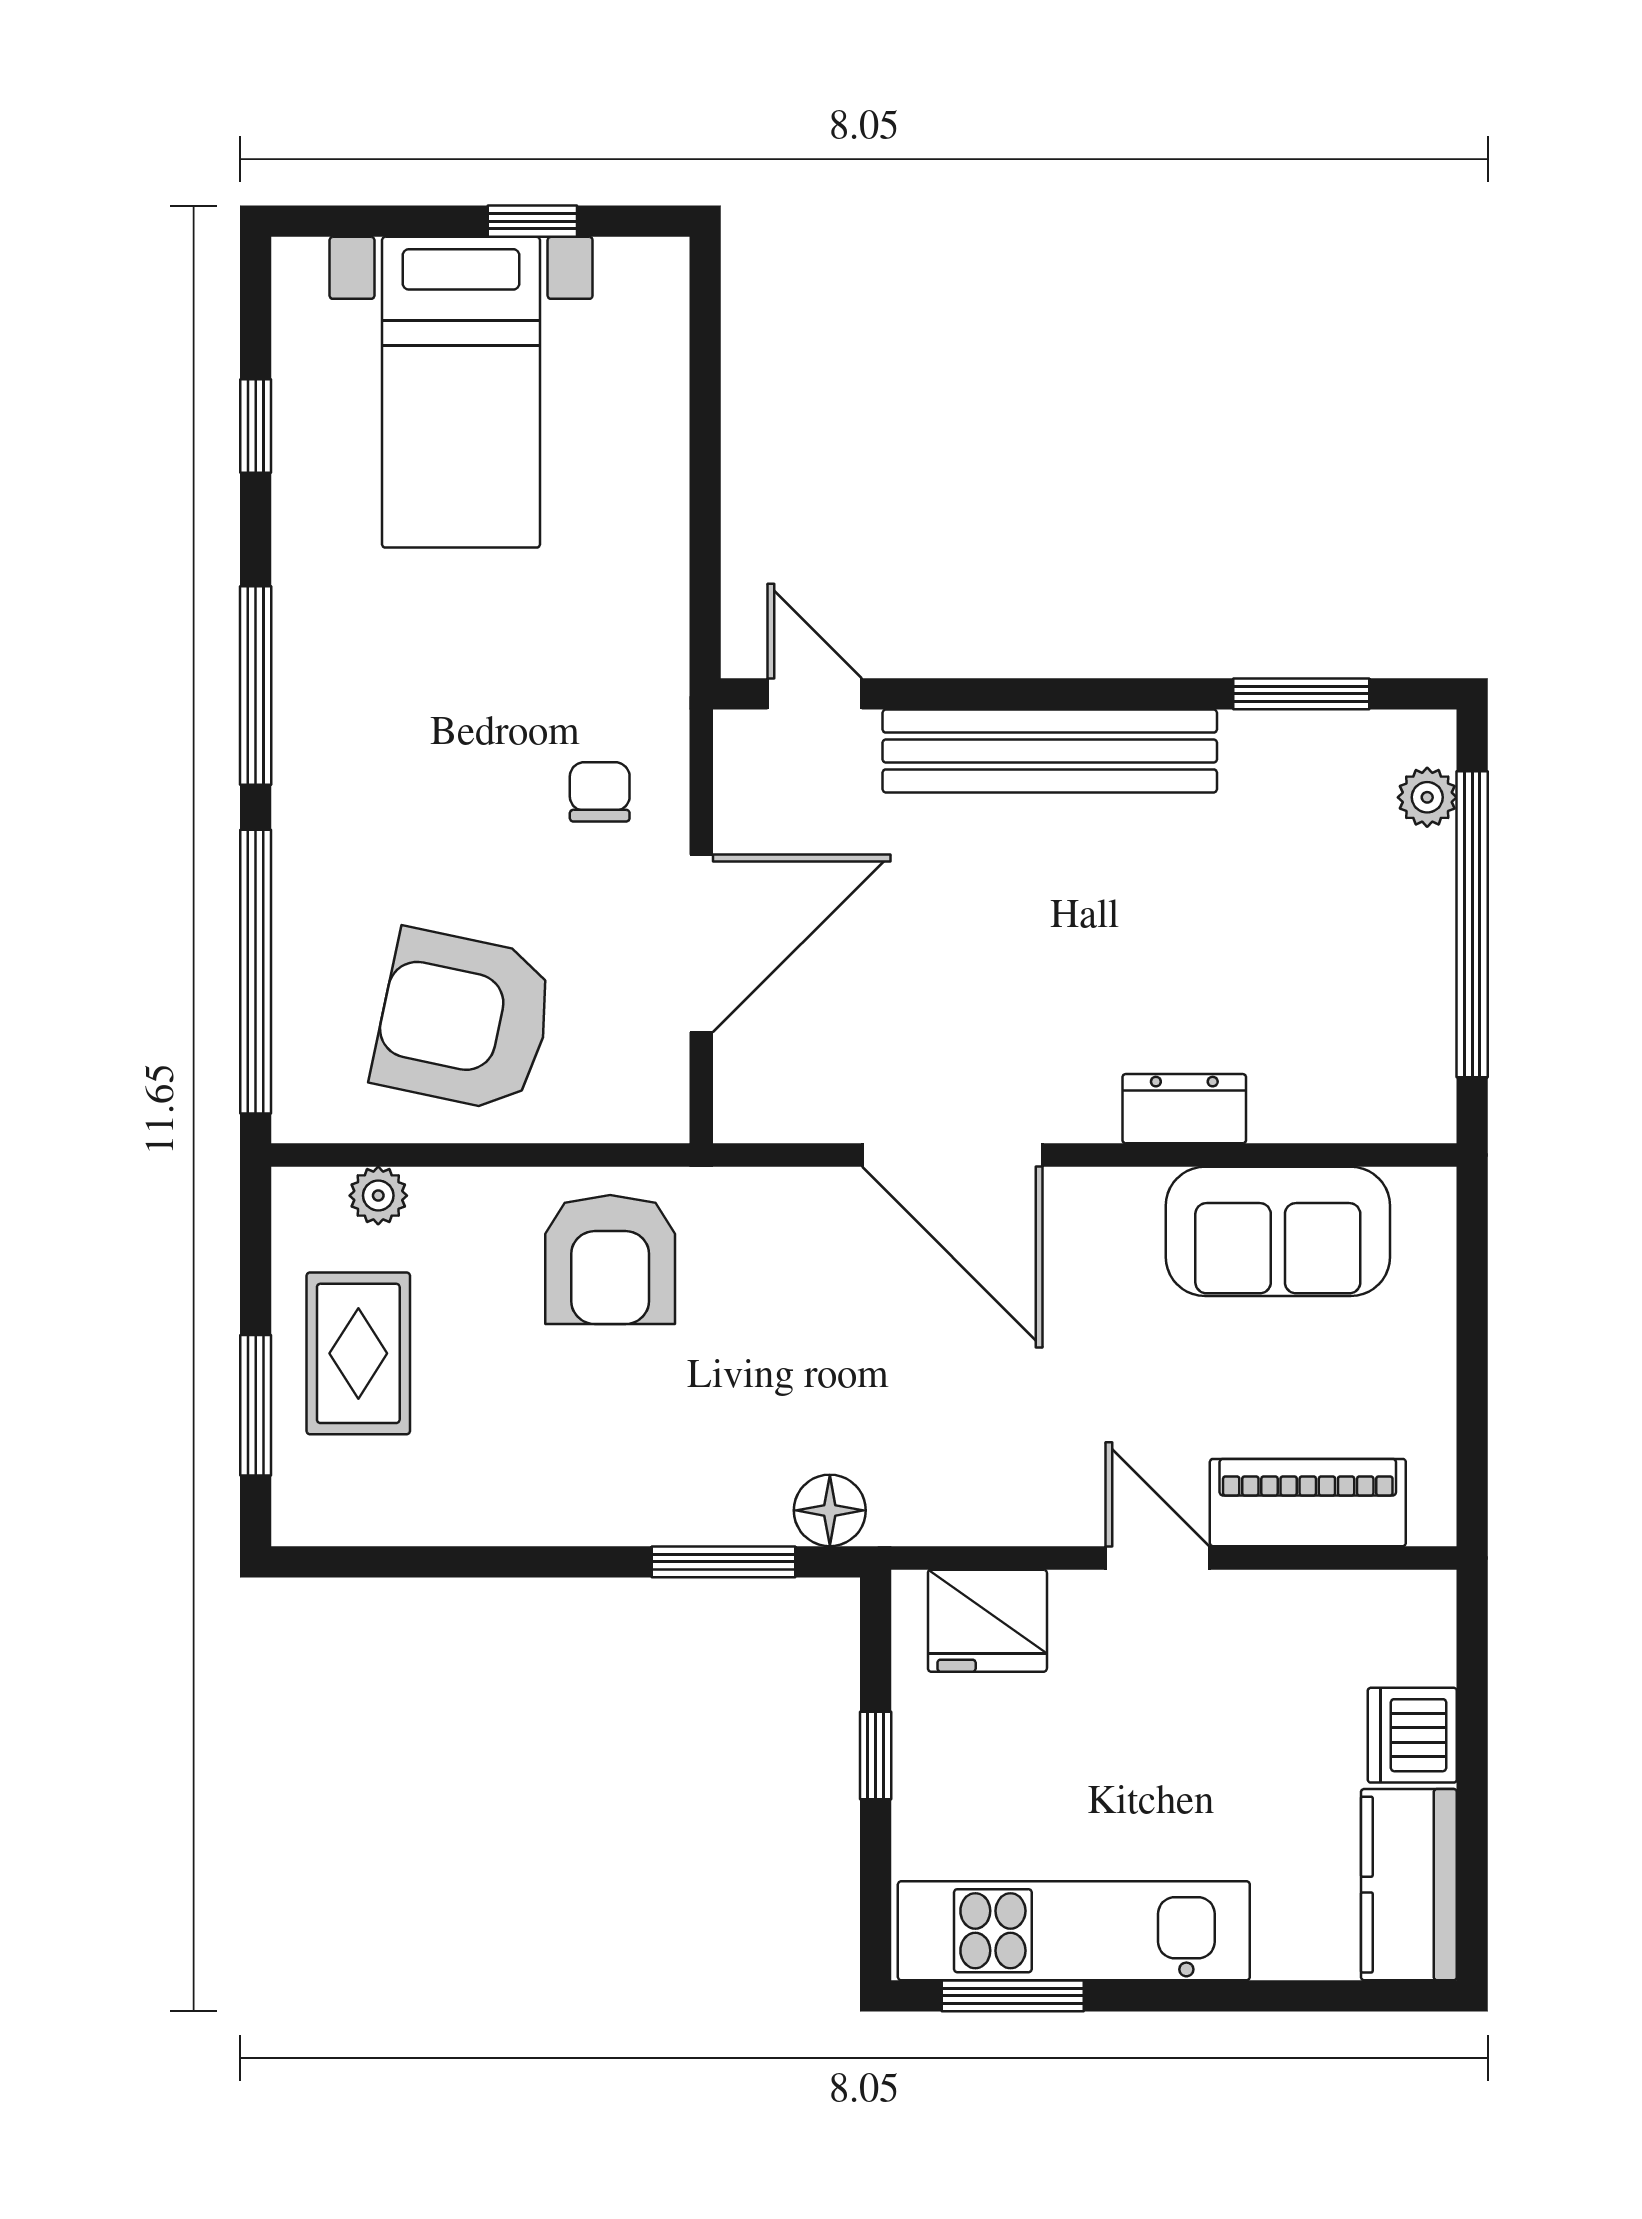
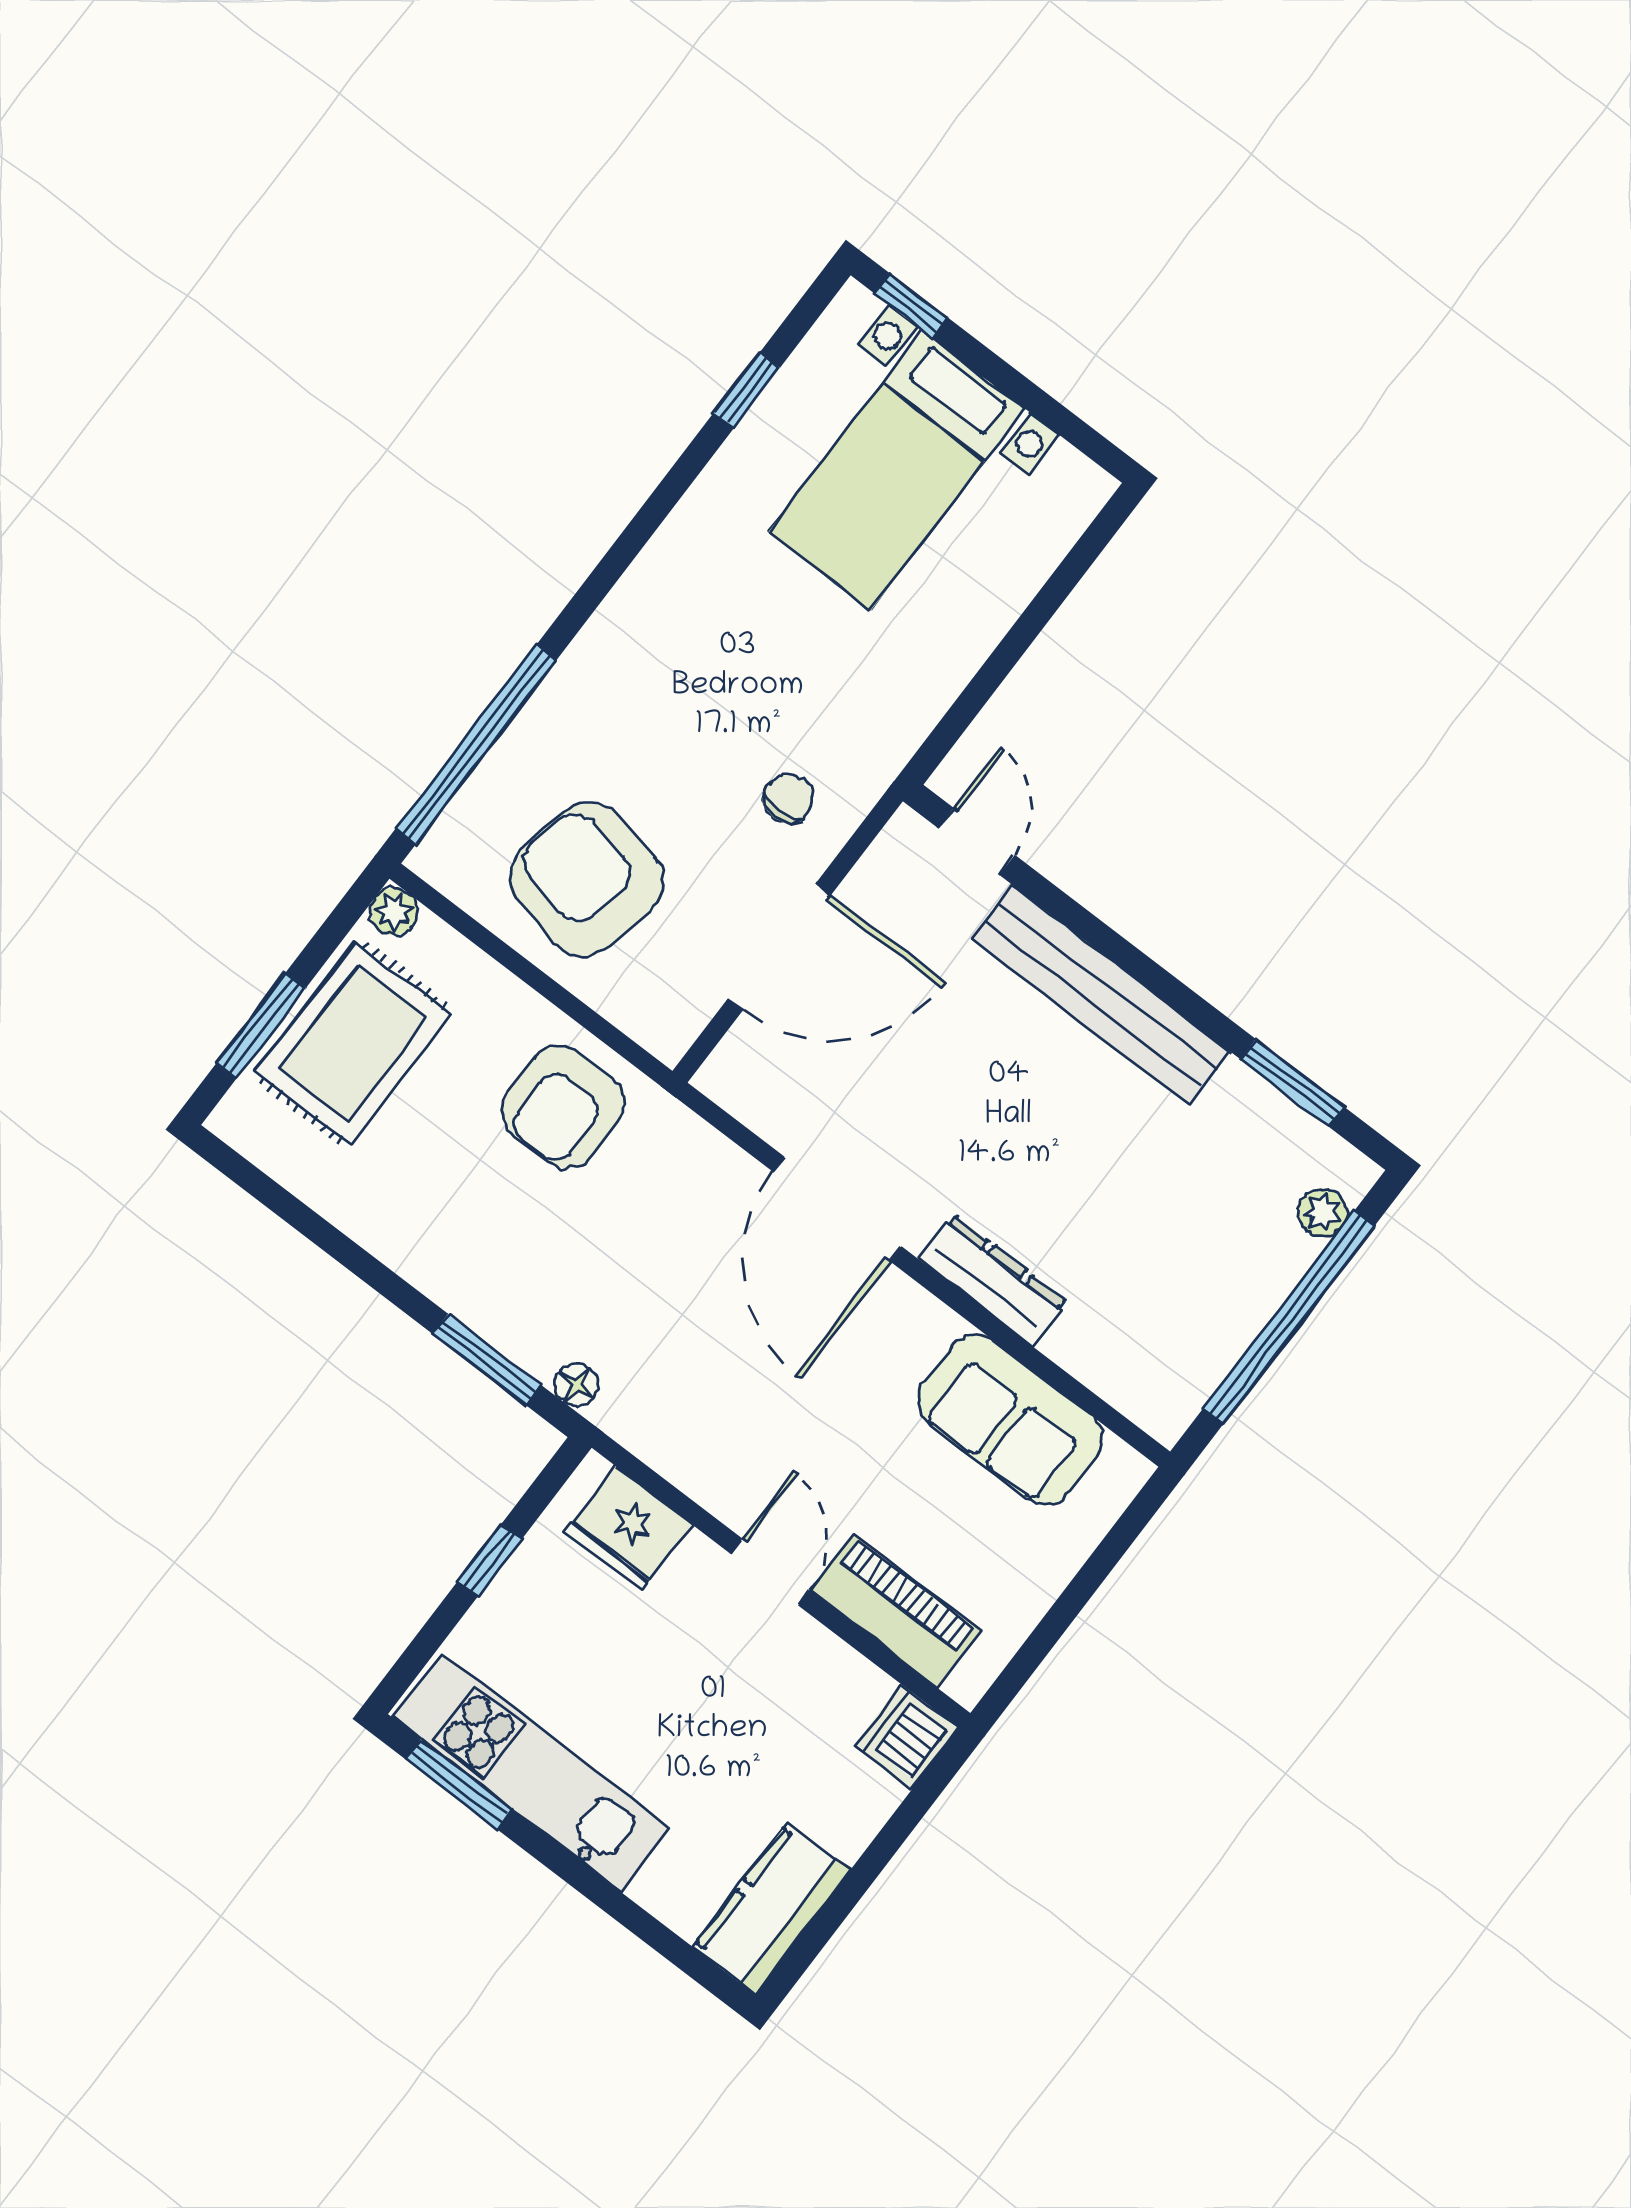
window: (532, 221) -> (911, 305), moved
window: (256, 685) -> (618, 559), removed
dresser: (1184, 1109) -> (993, 1281), width x1.44
plant: (378, 1196) -> (394, 912), moved
rug: (358, 1353) -> (353, 1043), width x1.36, depth x1.43
floor lamp: (830, 1510) -> (576, 1385), width x0.73, depth x0.73
dishwasher: (1412, 1735) -> (906, 1737), moved

